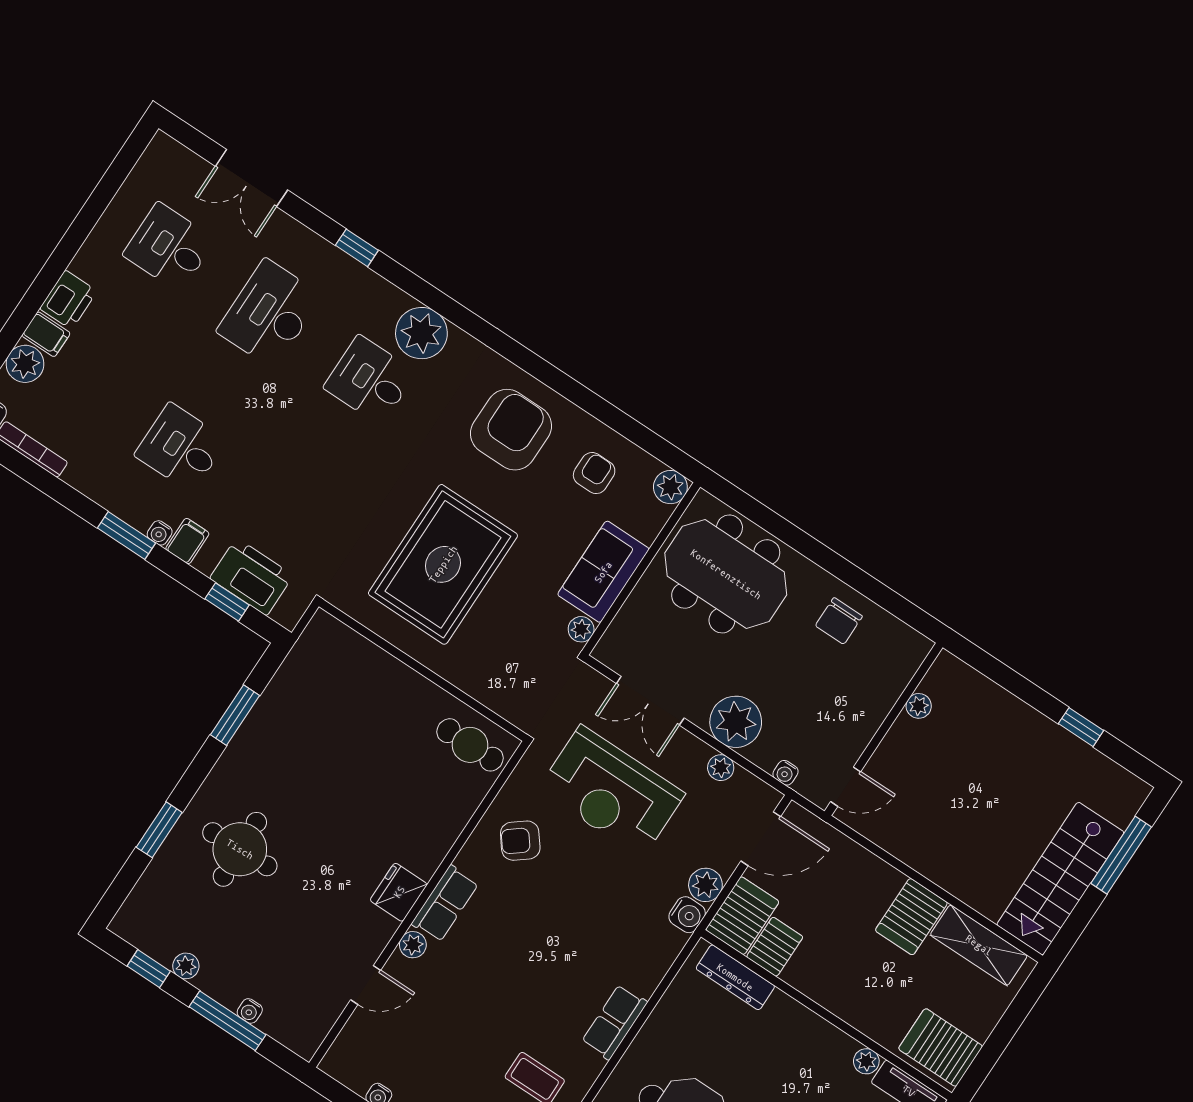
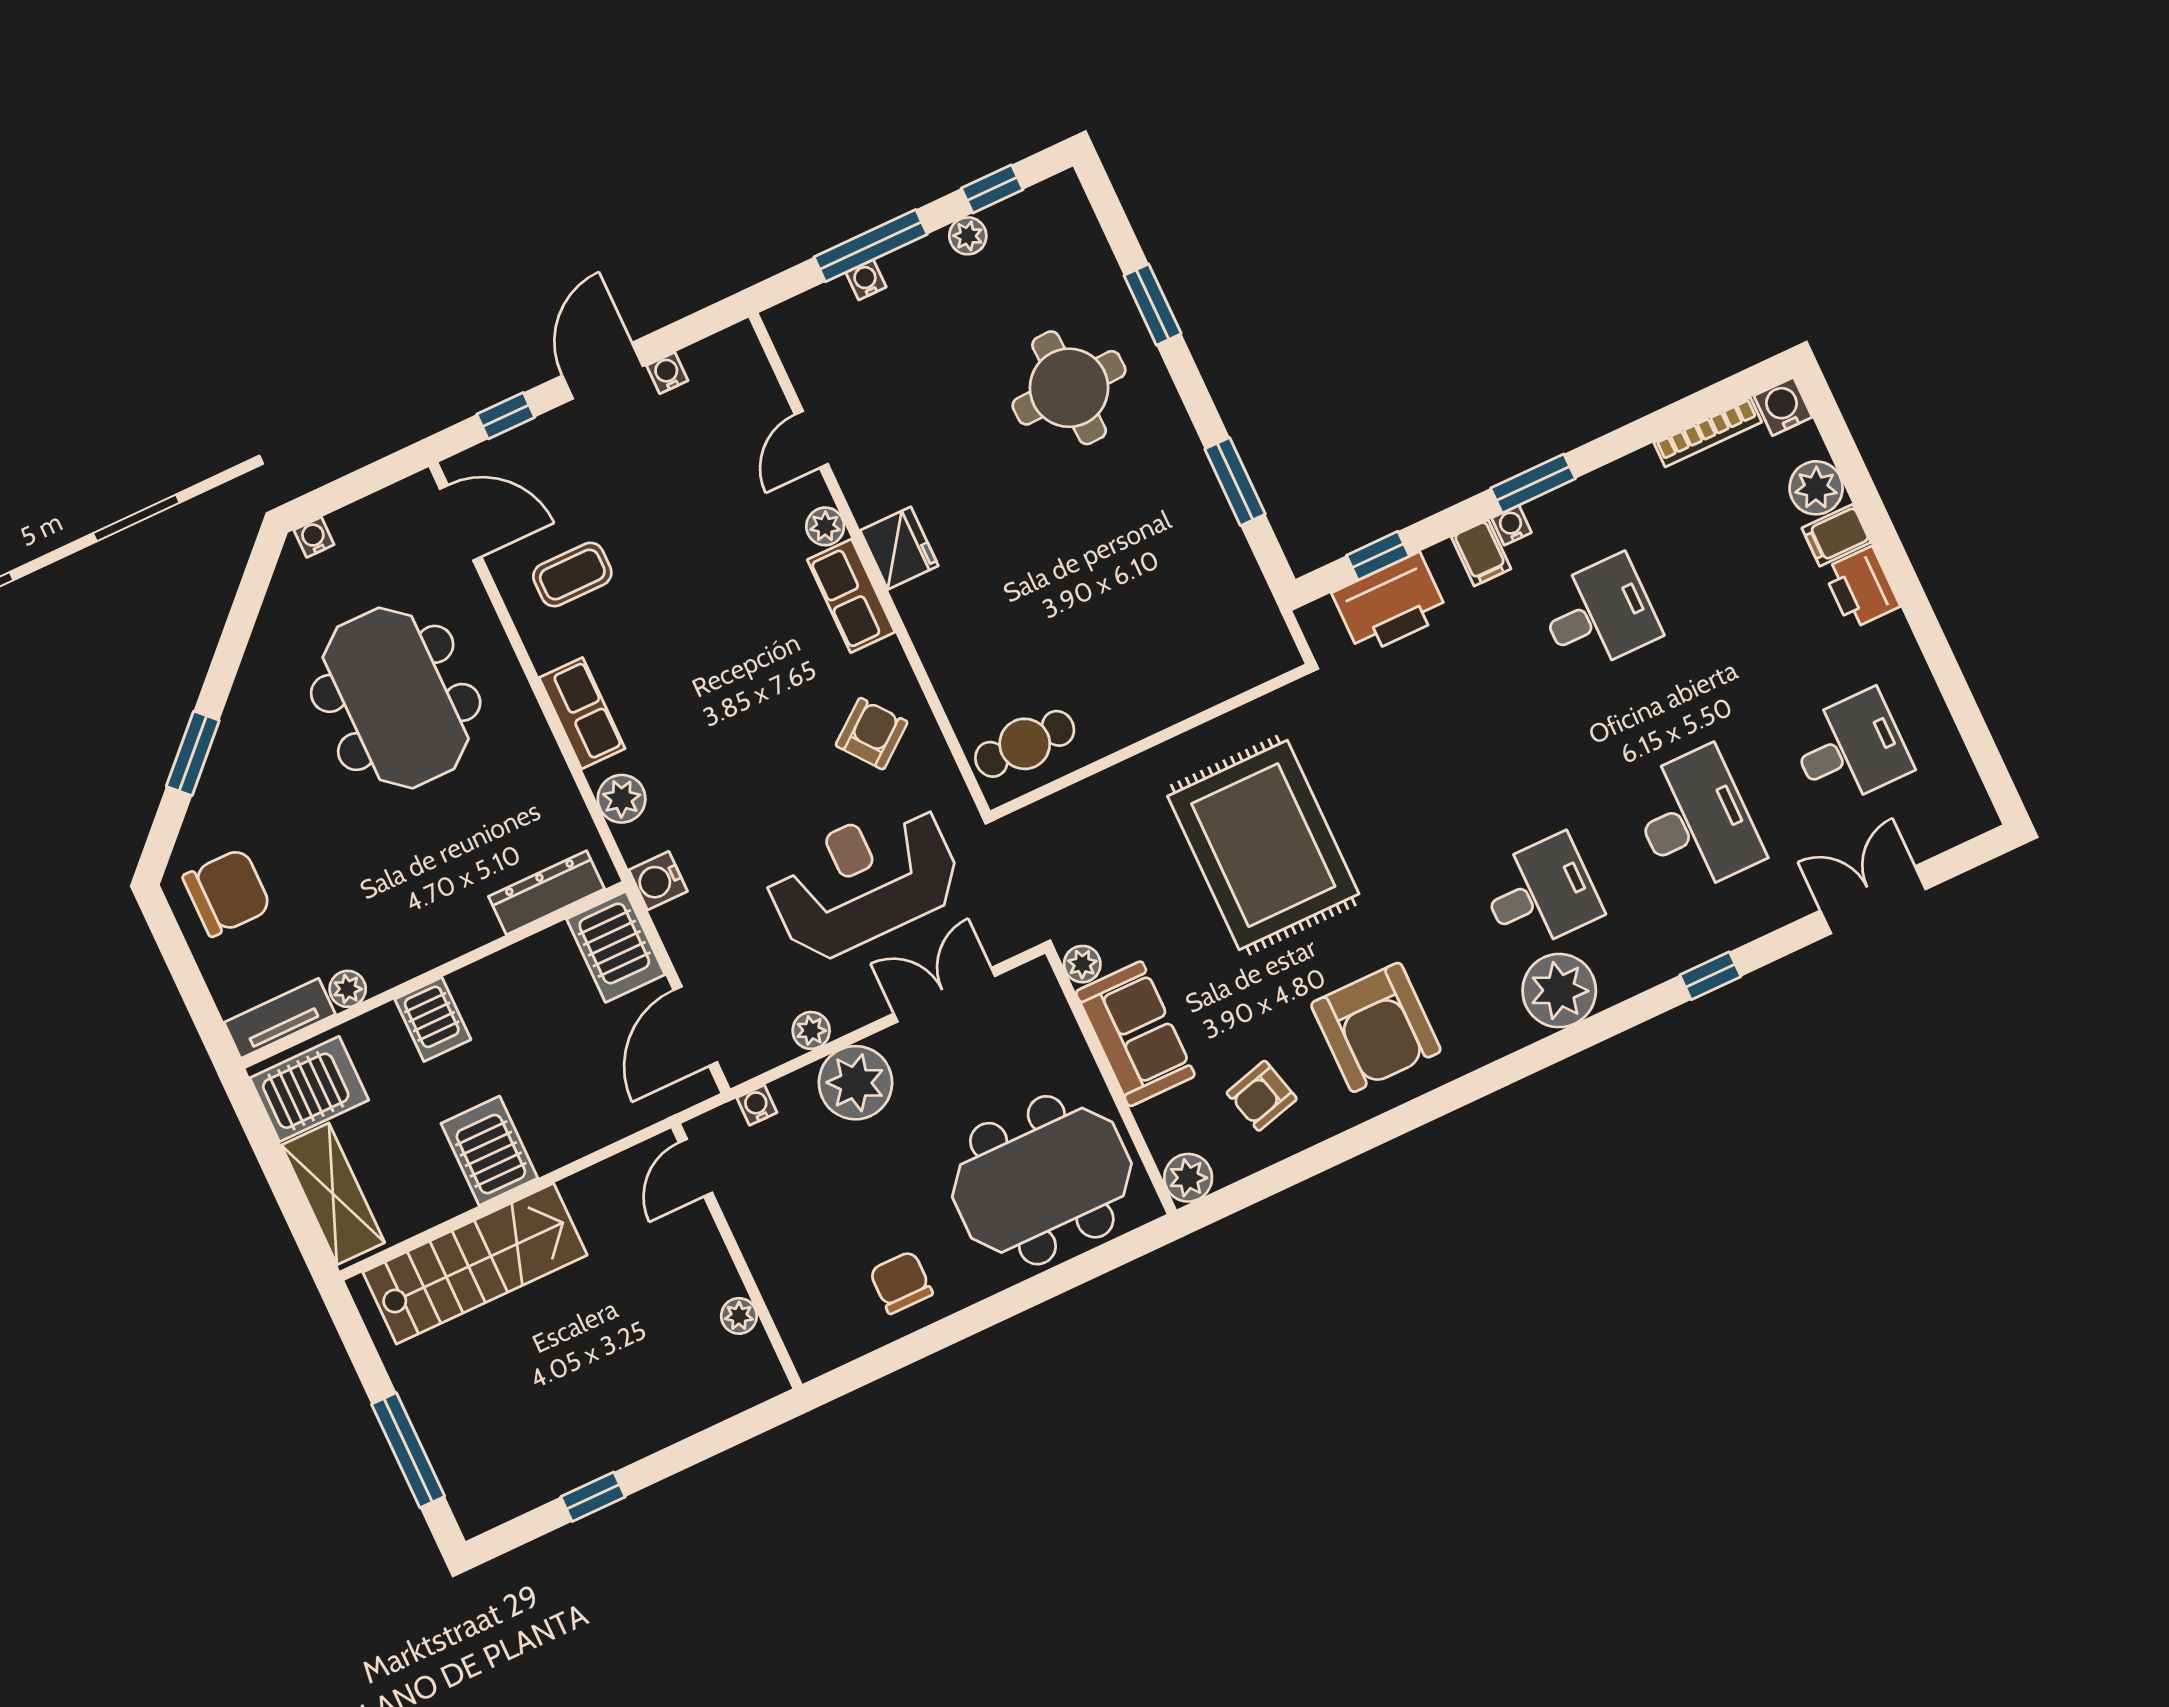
armchair: (594, 473) -> (1262, 1096), turned 75
stairs: (1060, 879) -> (475, 1264), moved, turned 90
plant: (705, 885) -> (622, 799), moved
shelving: (979, 945) -> (333, 1194), moved, turned 90
server rack: (775, 947) -> (433, 1019), moved

